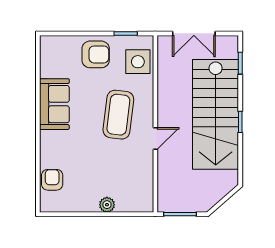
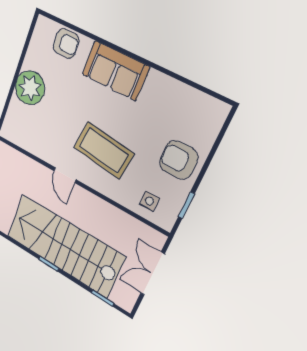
armchair: (96, 54) -> (179, 160), turned 90
side table: (138, 62) -> (149, 201), width x0.54, depth x0.54
sofa: (54, 104) -> (115, 71), moved
plant: (107, 205) -> (30, 88), width x1.87, depth x1.87

